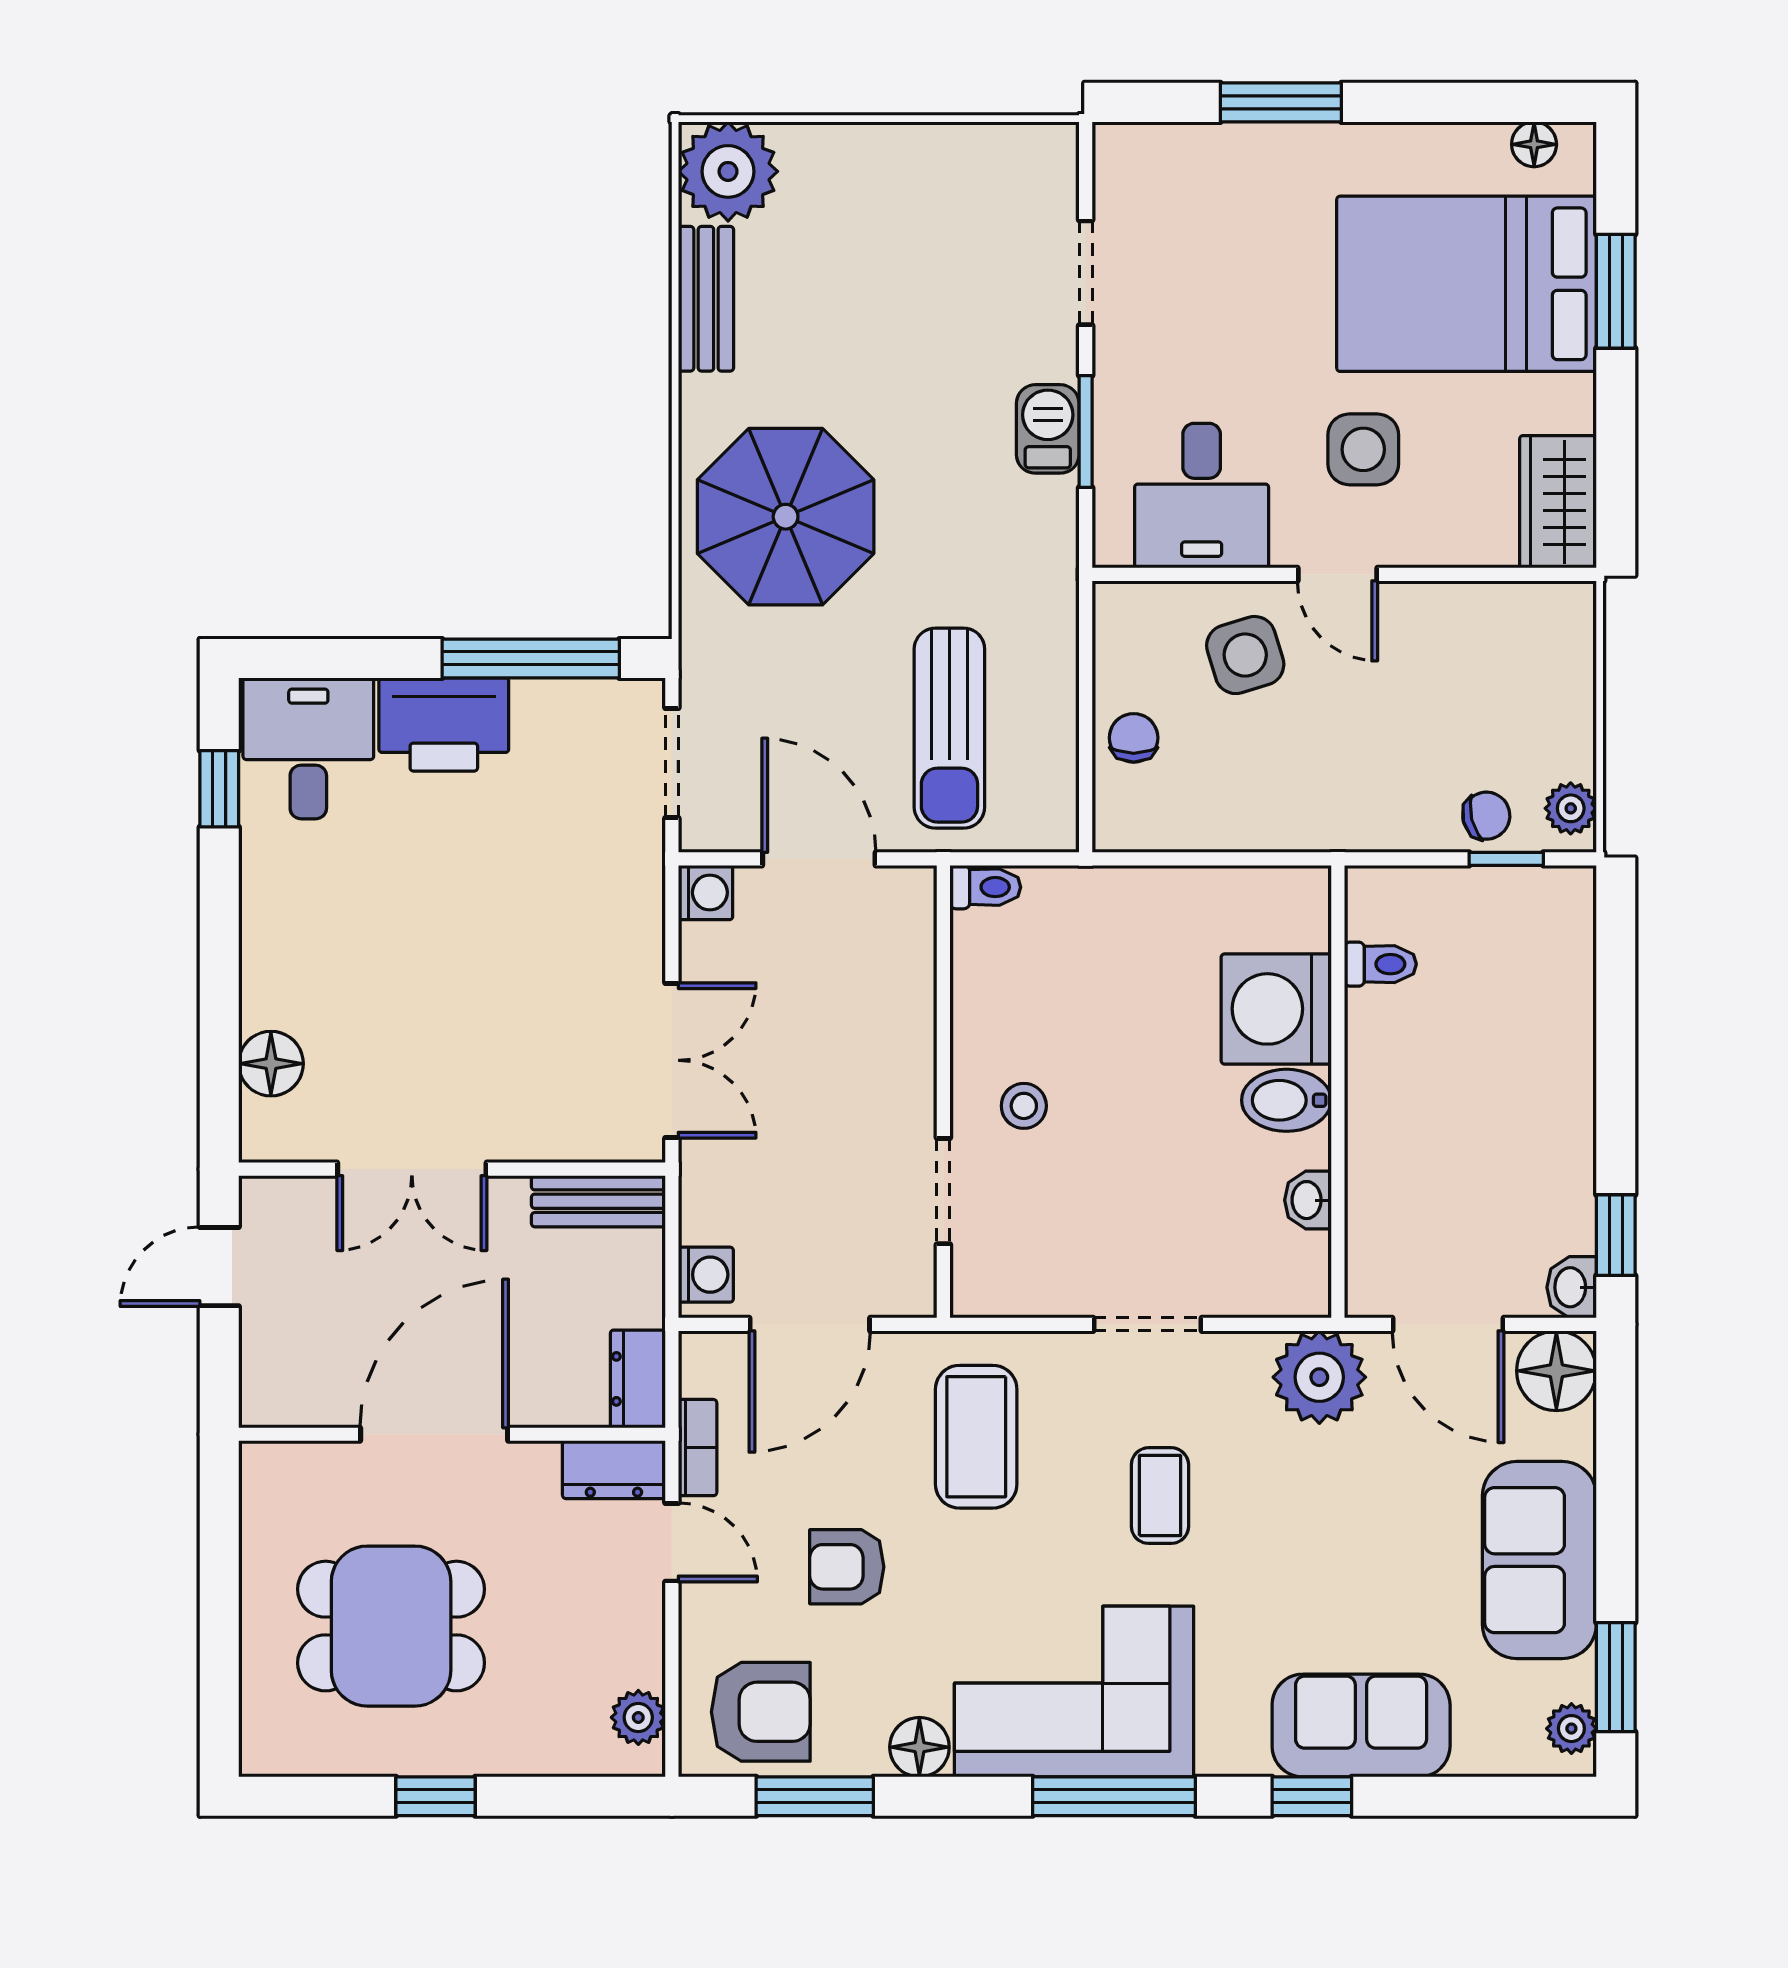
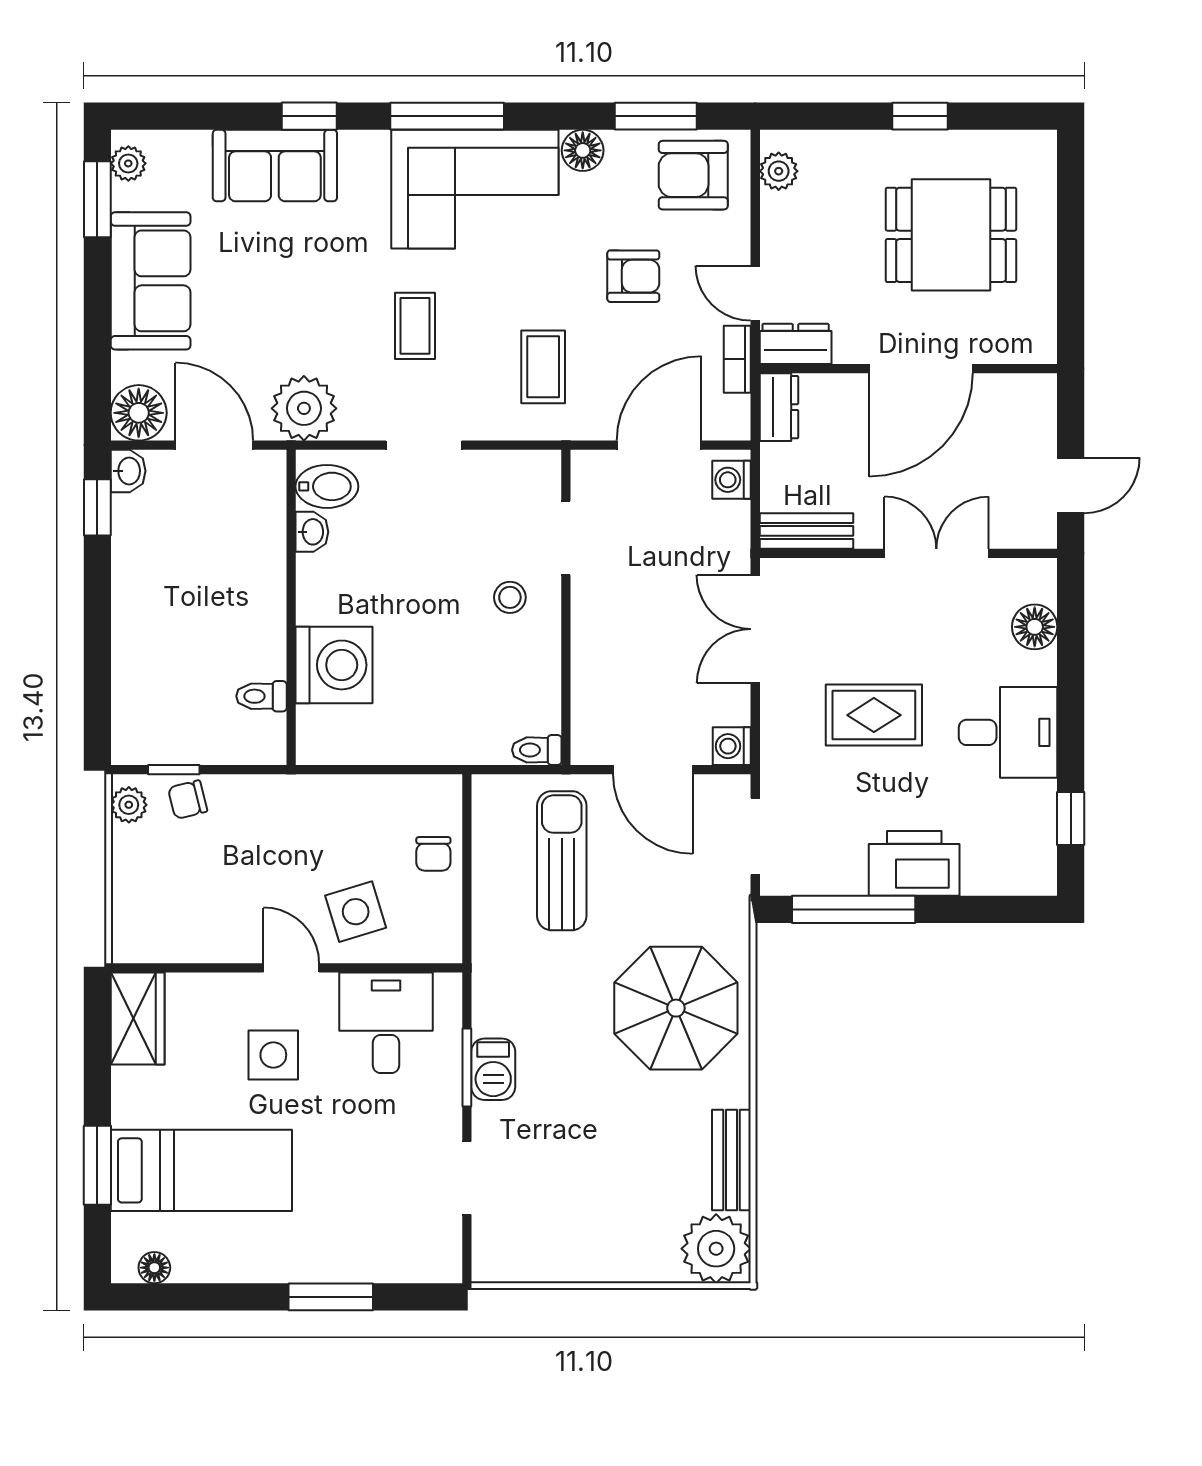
bed: (1467, 284) -> (201, 1170), width x0.67
desk: (308, 748) -> (1008, 732), moved, turned -90
rug: (502, 937) -> (874, 715), added
bidet: (1286, 1100) -> (327, 486), moved
coffee table: (976, 1437) -> (543, 367), width x0.73, depth x0.77

